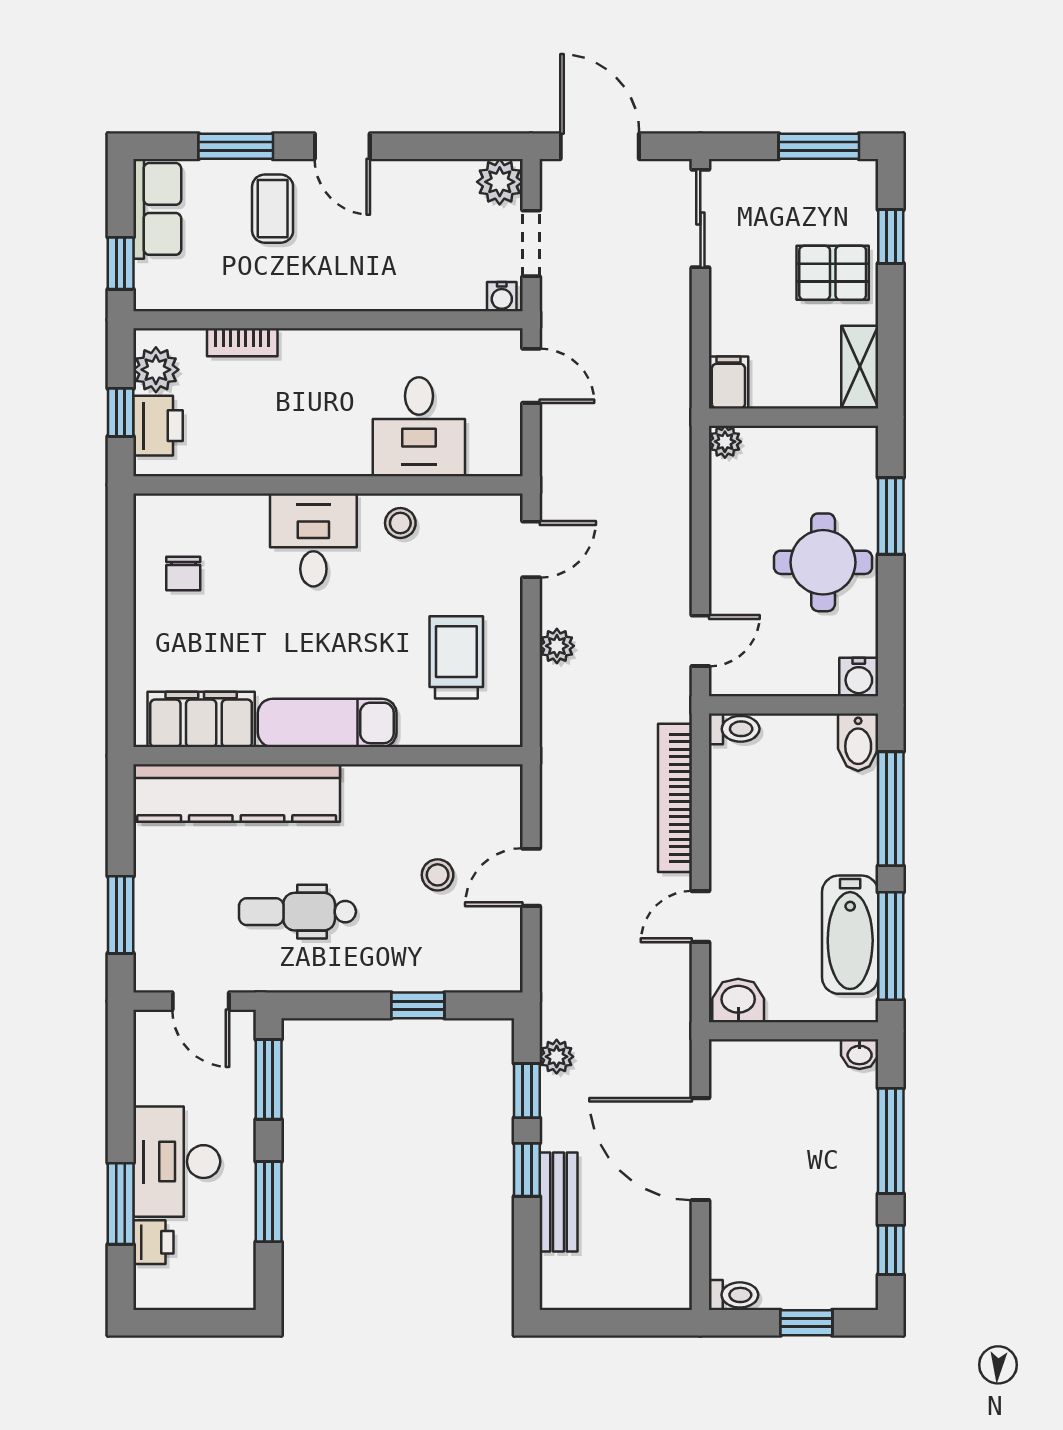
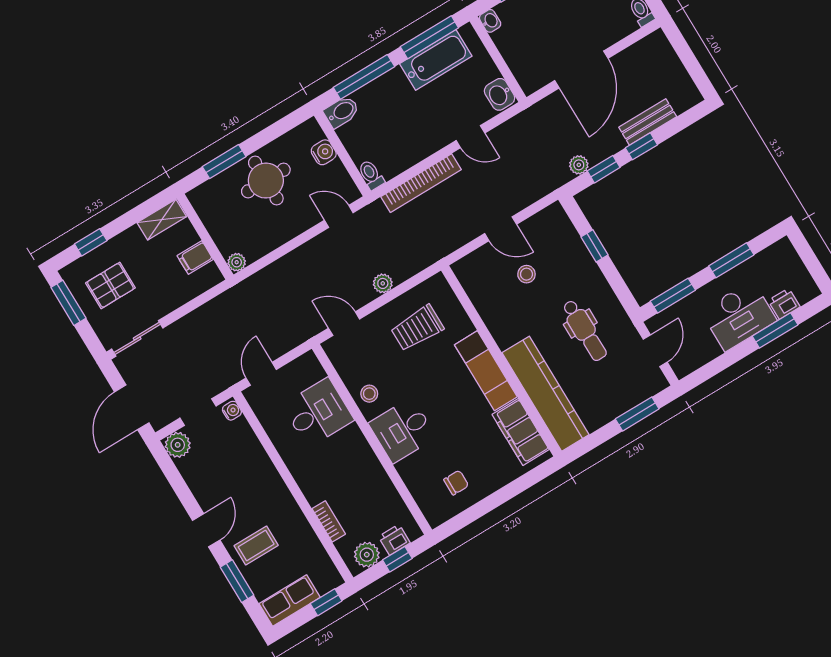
pallet: (833, 273) -> (110, 285), moved, turned 90
filing cabinet: (728, 382) -> (195, 258), moved
printer: (158, 426) -> (394, 540), width x0.73, depth x0.81
water cooler: (859, 677) -> (324, 152), moved

